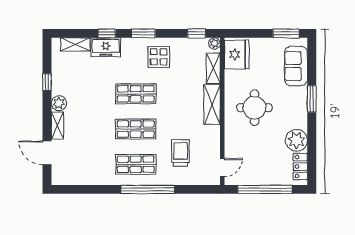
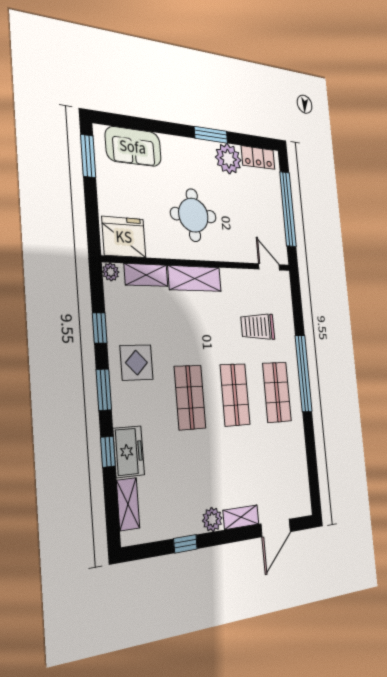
window: (196, 33) -> (100, 328), moved
window: (312, 99) -> (211, 135), moved

